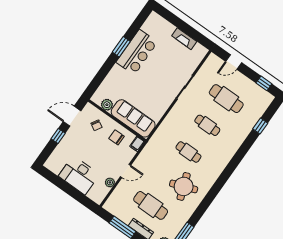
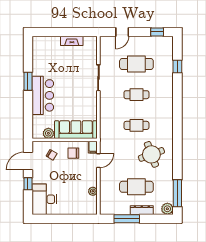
bar counter: (137, 52) -> (43, 95), moved
door: (125, 171) -> (98, 161), moved
desk: (79, 175) -> (44, 199), moved, turned 90

